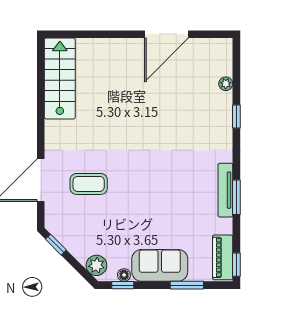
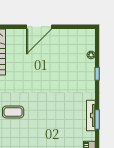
door: (166, 34) -> (39, 27), moved

